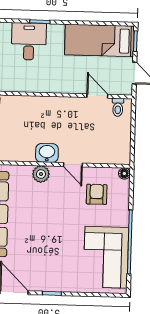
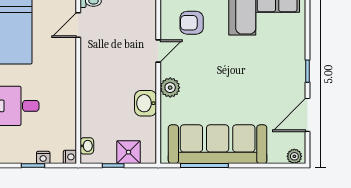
washbasin: (47, 153) -> (146, 103), moved

